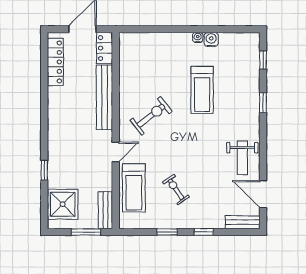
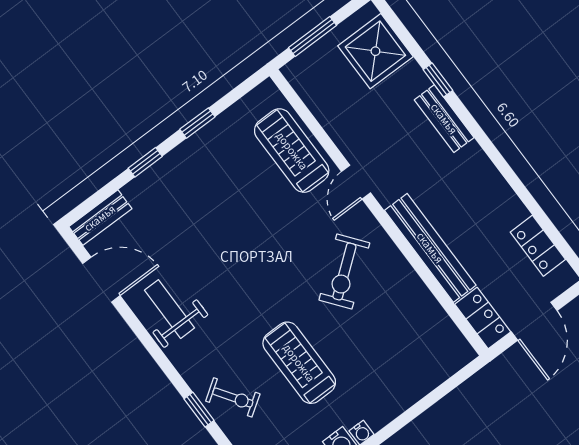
locker: (55, 62) -> (538, 246), width x0.66
exercise bike: (176, 189) -> (233, 397), moved
bench: (105, 210) -> (444, 119), moved

